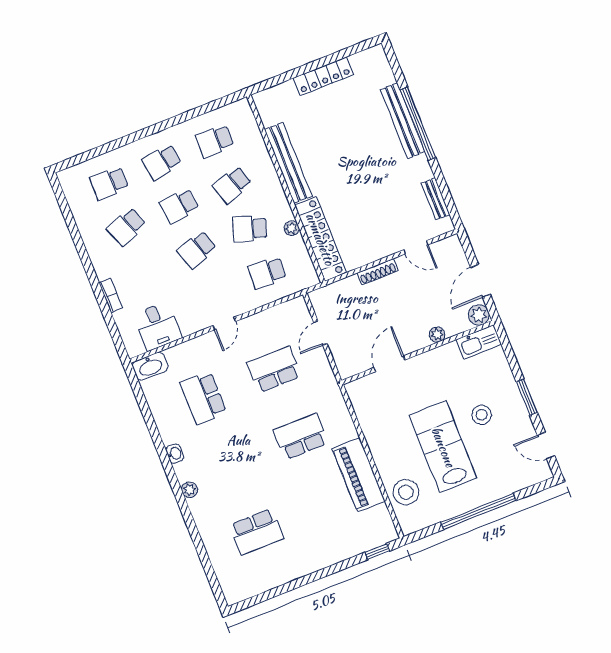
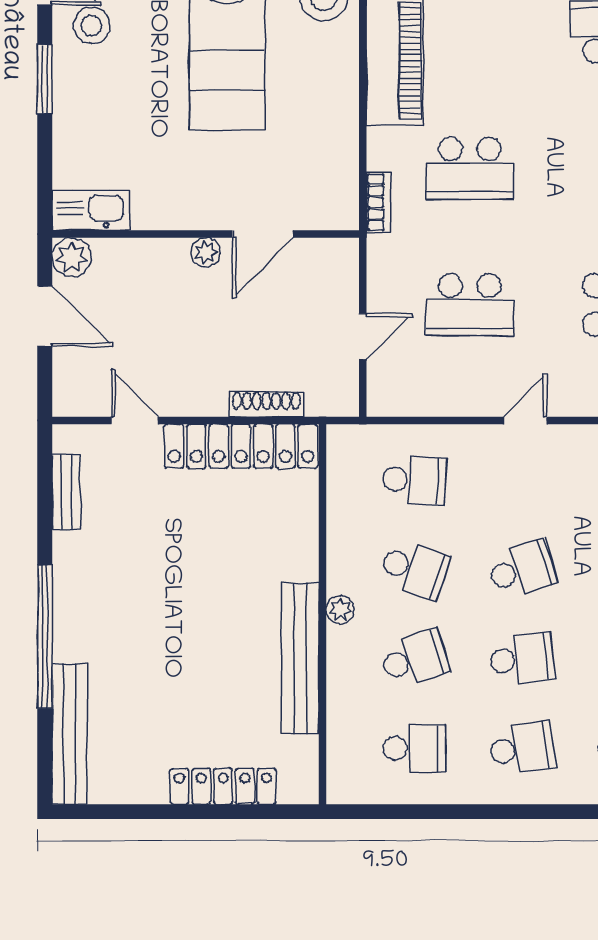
locker: (323, 76) -> (223, 786), moved
bench: (403, 121) -> (70, 734), moved
plant: (292, 228) -> (340, 610), moved
locker: (320, 239) -> (241, 446), moved, turned -90
shoe rack: (378, 272) -> (266, 404), moved
door: (480, 281) -> (45, 316), hinge flipped
plant: (437, 334) -> (206, 252), moved
bookcase: (339, 402) -> (379, 202), added
stool: (482, 415) -> (91, 26), moved

